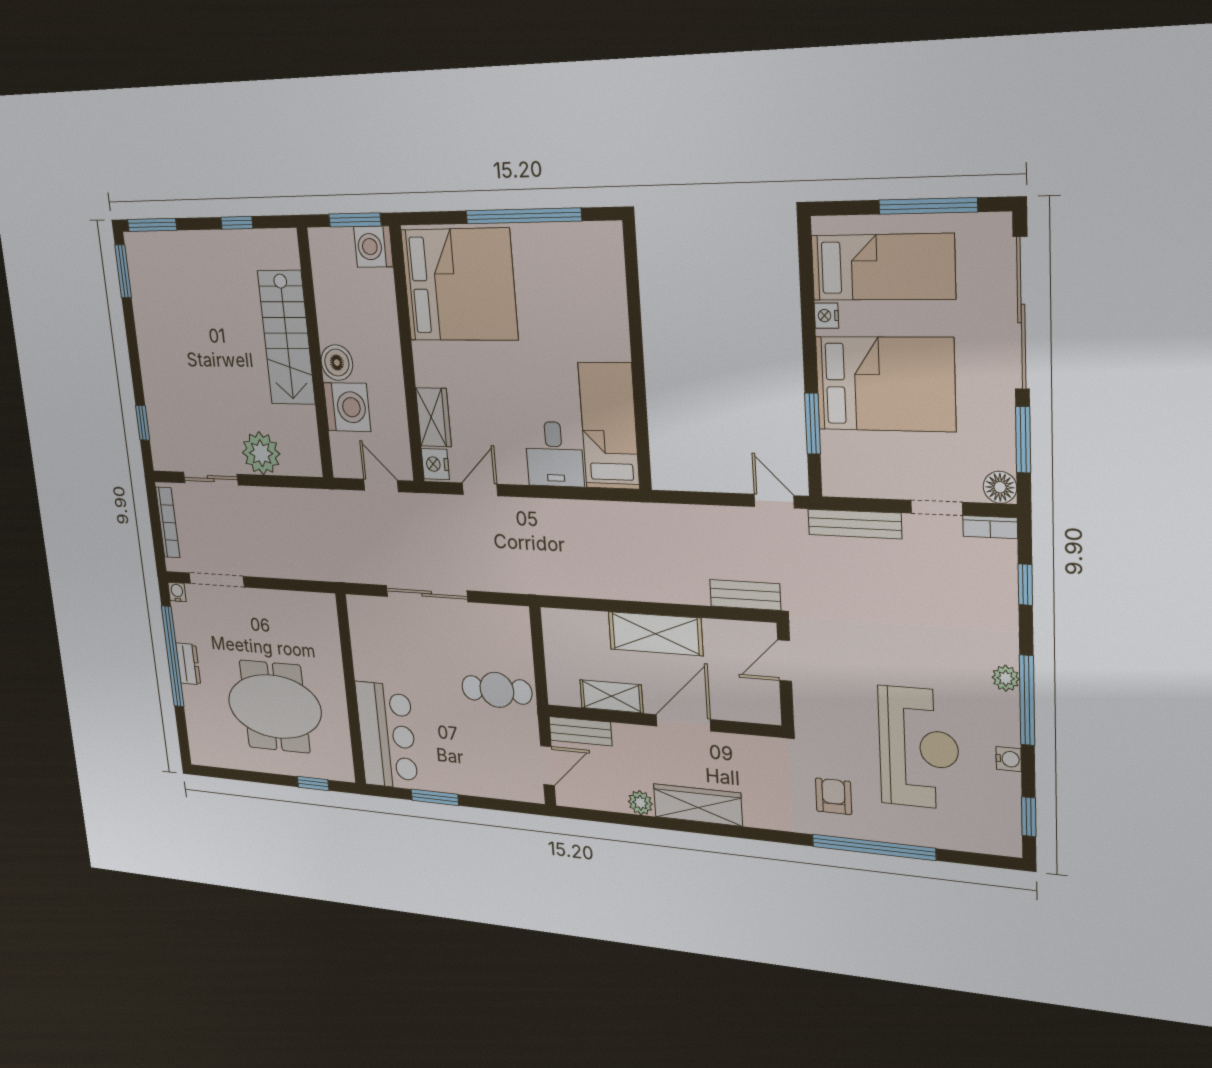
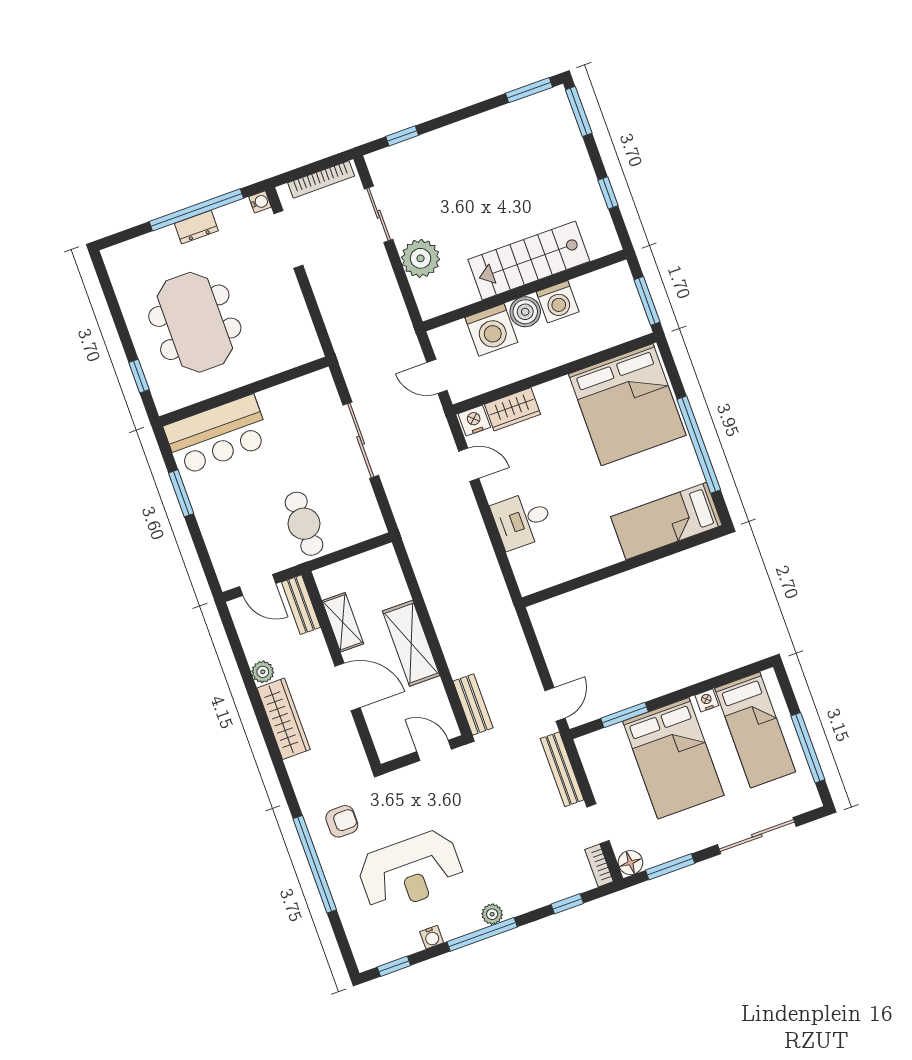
washing machine: (373, 247) -> (558, 302), moved, turned 180
sliding door: (1021, 314) -> (757, 836), width x0.73
bed: (609, 426) -> (666, 521), moved, turned 180
door: (381, 485) -> (437, 376), swing flipped

